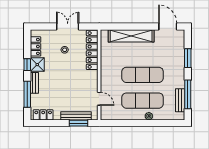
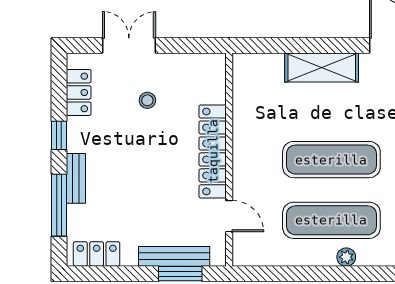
double door: (68, 27) -> (129, 45), moved
shelving: (131, 36) -> (322, 68), width x0.68
locker: (92, 50) -> (213, 151), moved
shower: (37, 65) -> (83, 135), removed

